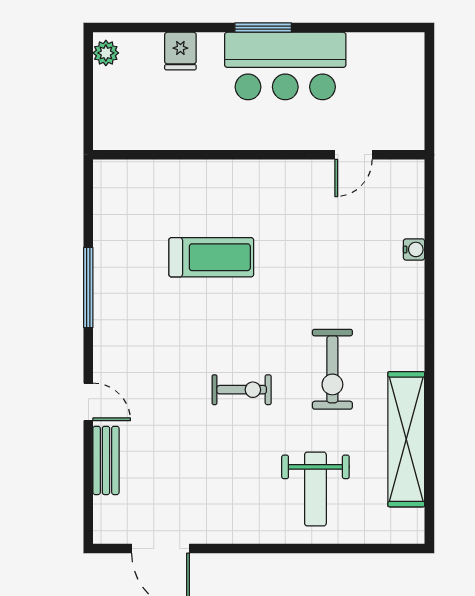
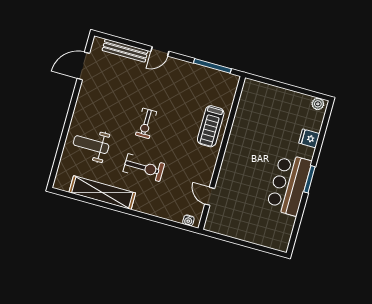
wall: (259, 155) -> (222, 153), moved
door: (353, 155) -> (210, 196), moved
exercise bike: (332, 369) -> (144, 168), turned 180
bench: (106, 460) -> (125, 50), width x1.36

